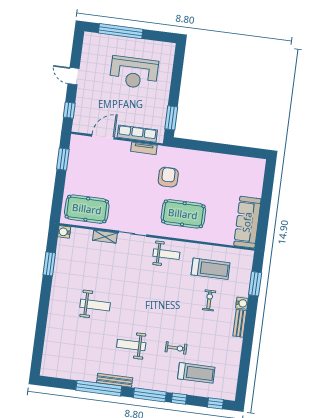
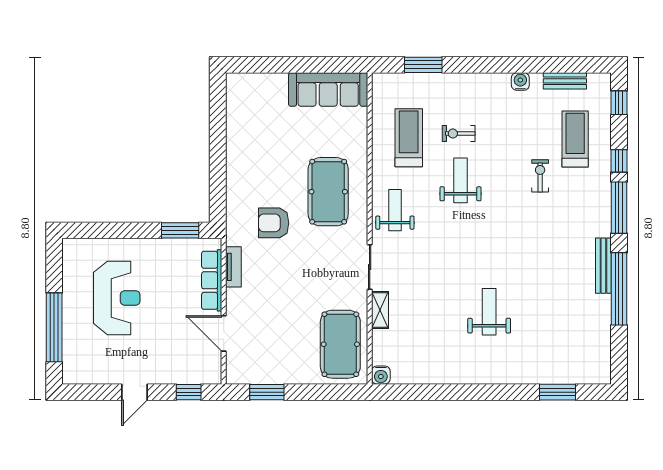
window: (49, 264) -> (558, 392), moved
water cooler: (242, 303) -> (520, 81), moved
bench: (240, 323) -> (565, 81), moved
weight bench: (131, 345) -> (461, 180), moved, turned 180

